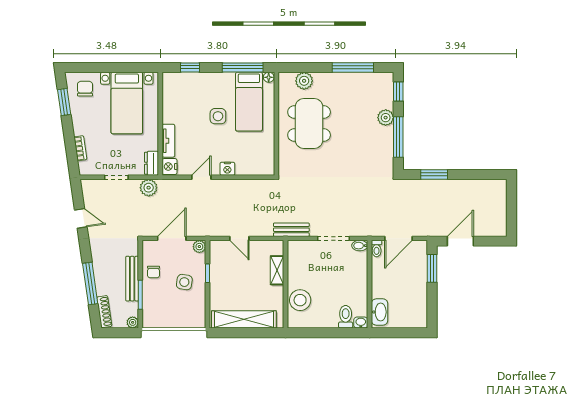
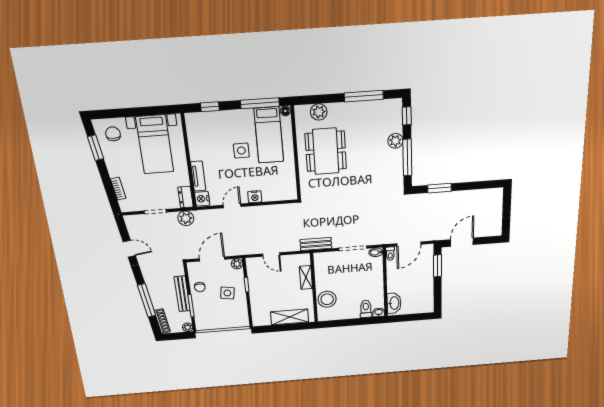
shelving: (244, 319) -> (290, 317), width x0.68

